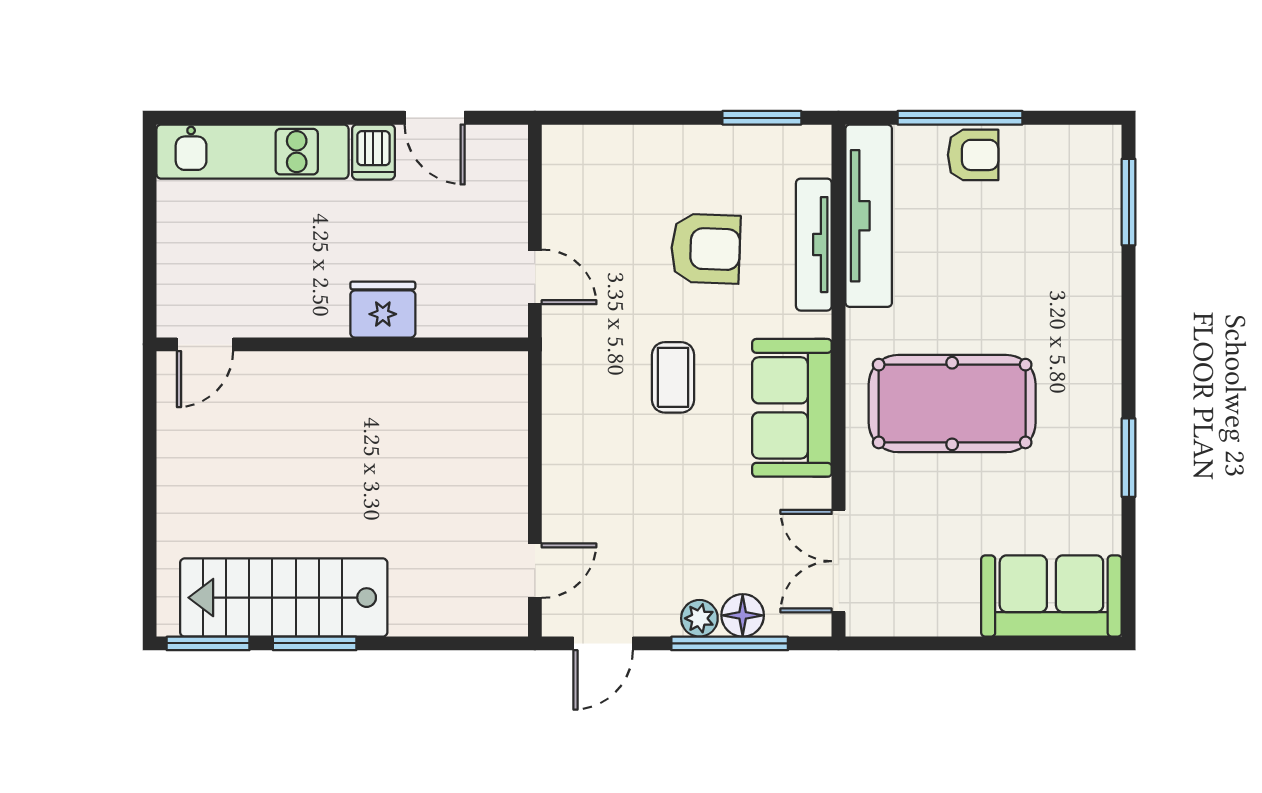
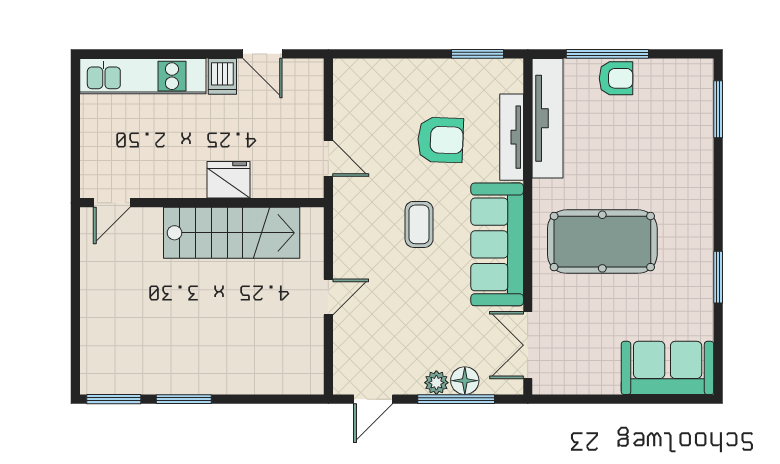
sofa: (792, 408) -> (497, 244), width x1.36
door: (535, 571) -> (328, 297), moved
stairs: (284, 598) -> (232, 233), moved, turned 180

